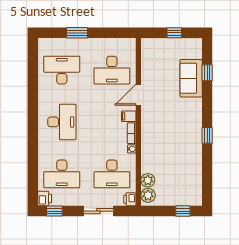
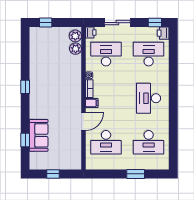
desk: (112, 70) -> (106, 142), turned 180

